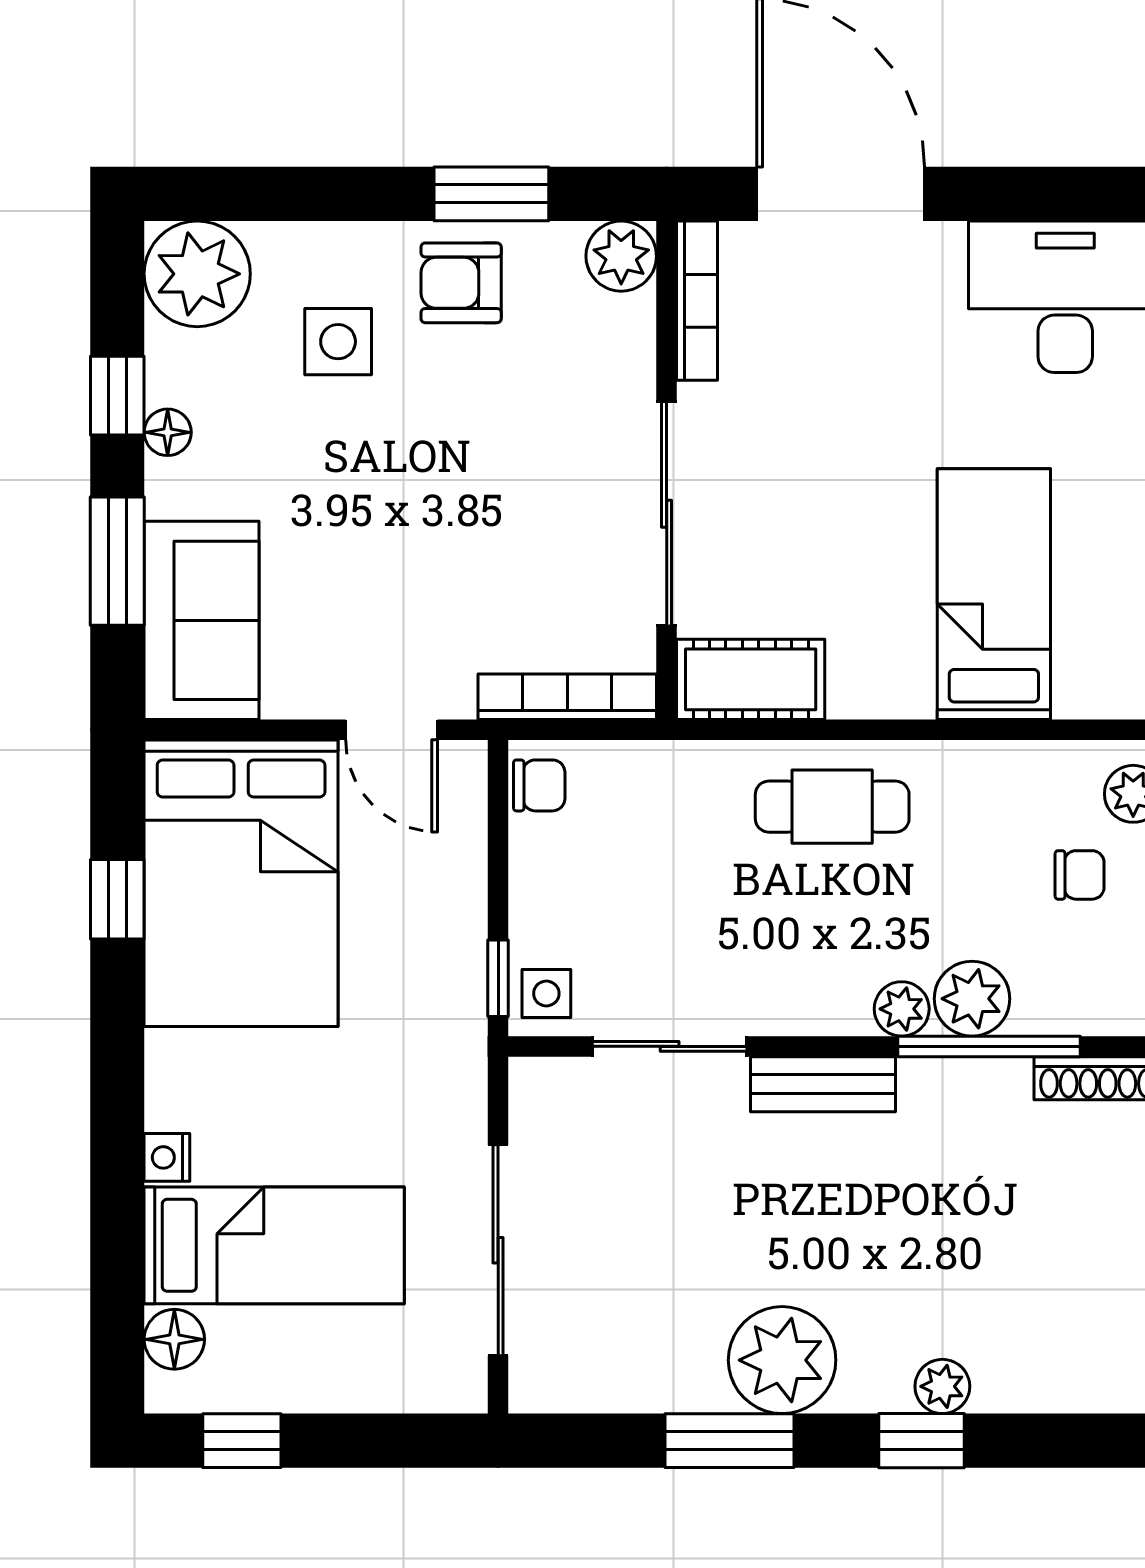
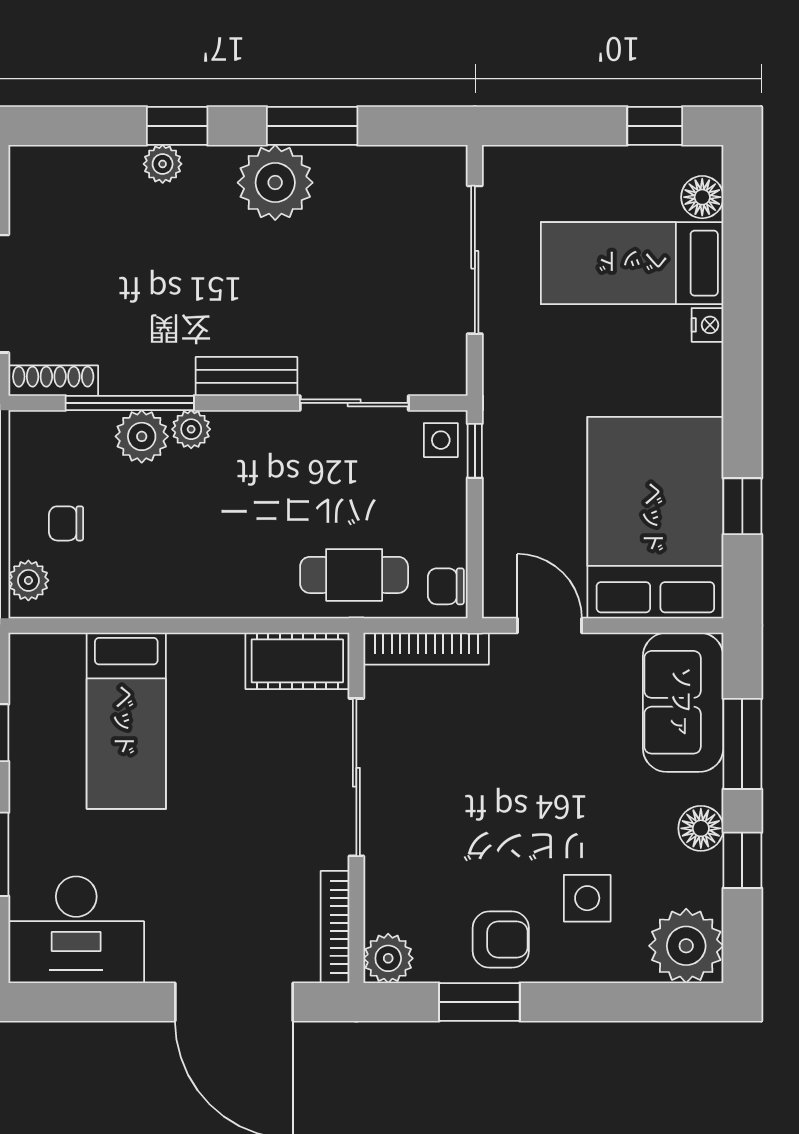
floor lamp: (168, 432) -> (701, 828), width x1.37, depth x1.37
cafe table: (832, 807) -> (354, 575), moved

